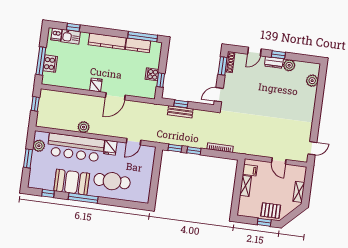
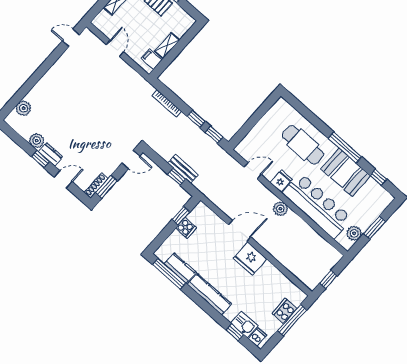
fridge: (96, 85) -> (250, 258), width x1.88, depth x1.34
plant: (84, 127) -> (280, 209), moved

